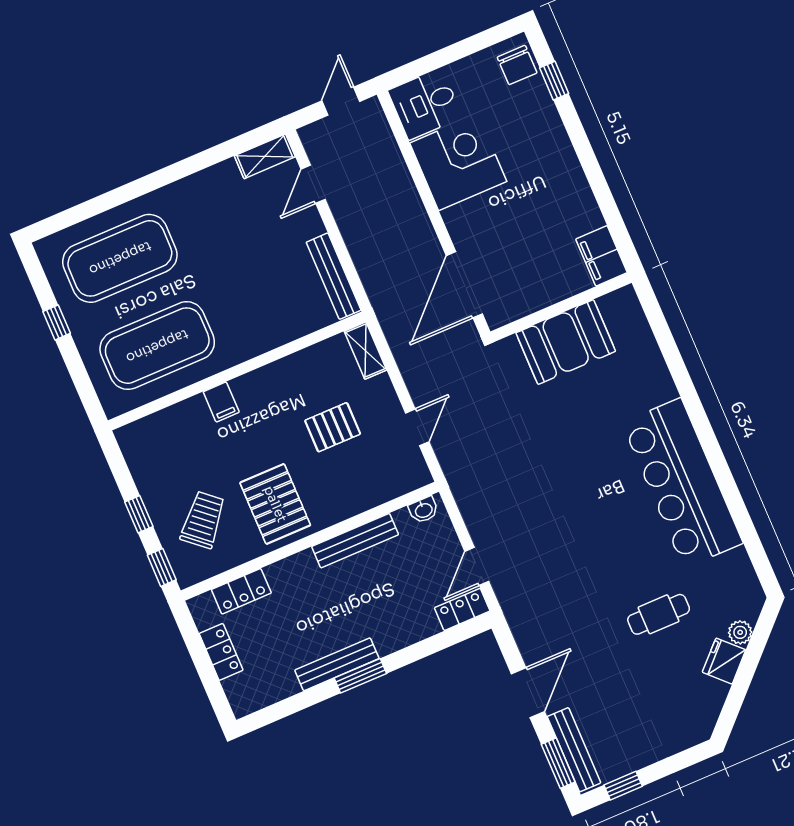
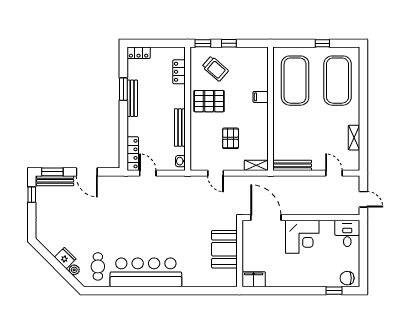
shelving: (265, 156) -> (354, 138), moved
corner desk: (458, 162) -> (302, 237), moved
locker: (462, 609) -> (133, 154), width x1.53
cafe table: (659, 614) -> (98, 266), moved
locker: (221, 652) -> (139, 53), moved
window: (360, 676) -> (123, 89), moved

